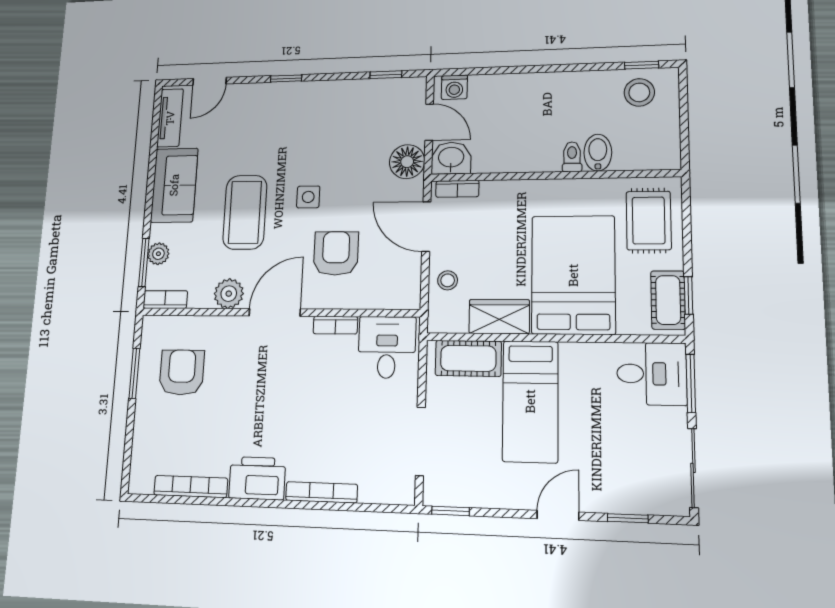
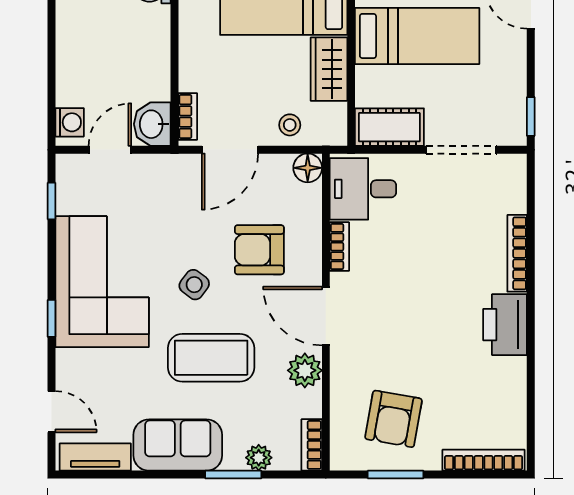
corner sofa: (315, 119) -> (102, 282), added
floor lamp: (407, 162) -> (308, 168), moved, width x0.73, depth x0.73
side table: (308, 197) -> (194, 285), turned 37
window: (144, 262) -> (233, 474), moved
cot: (468, 358) -> (389, 127), moved, turned 90
armchair: (182, 372) -> (394, 419), turned -80
bookcase: (191, 487) -> (484, 460), moved, turned 90

